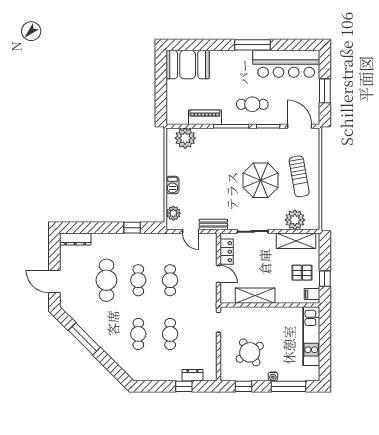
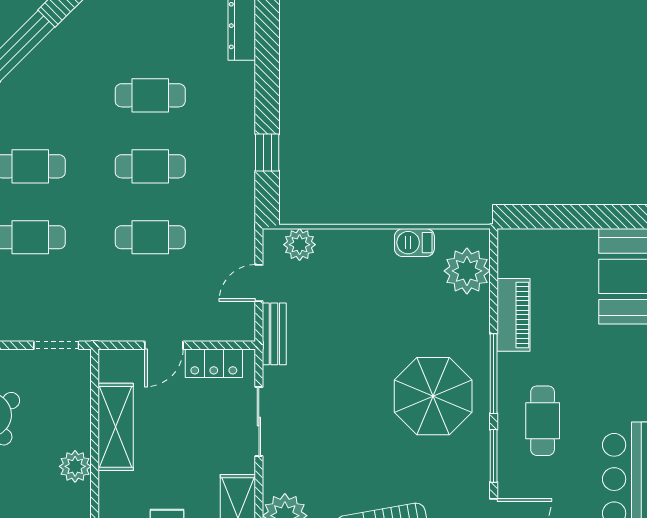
parasol: (261, 180) -> (433, 396), moved
barbecue: (172, 185) -> (414, 243), moved
cafe table: (106, 280) -> (150, 95), width x0.73, depth x0.74
plant: (273, 314) -> (75, 466), added

